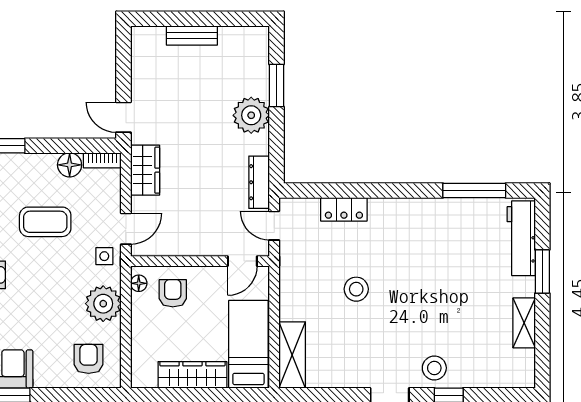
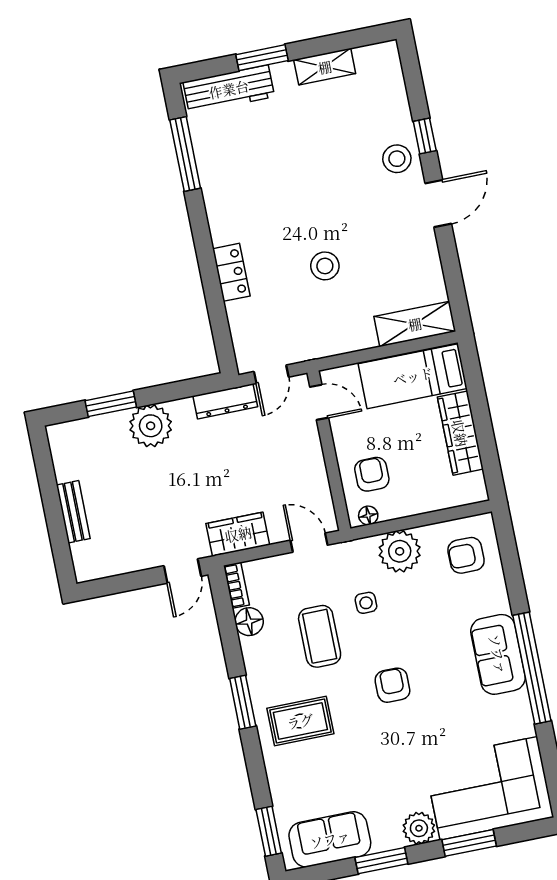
locker: (344, 209) -> (231, 272), moved
side table: (104, 256) -> (366, 603), moved
armchair: (173, 293) -> (372, 474), turned 90

